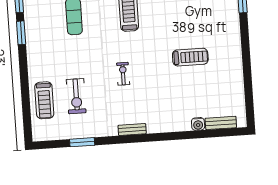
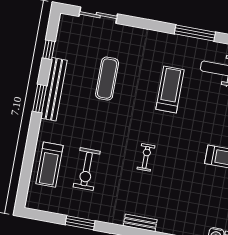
window: (21, 33) -> (40, 99), moved
bench: (32, 37) -> (54, 89), added

